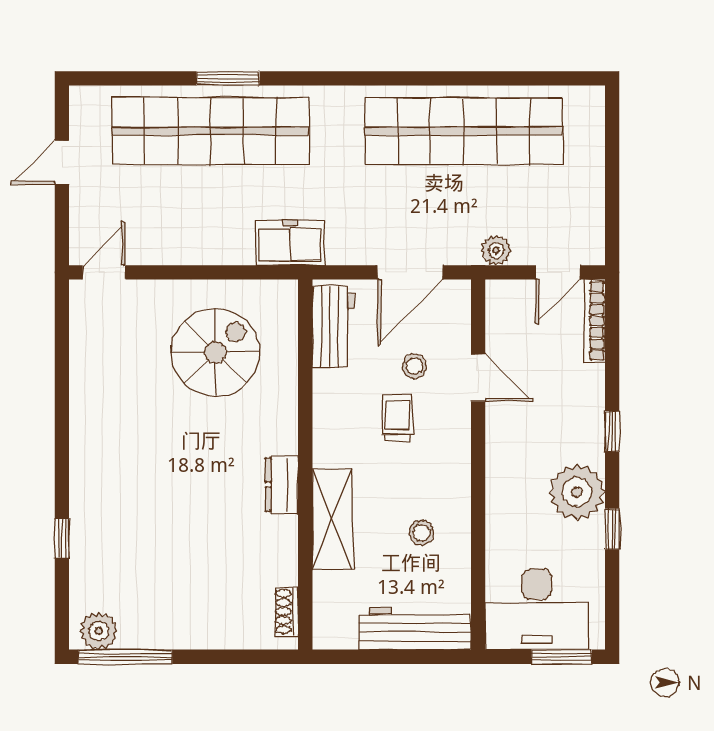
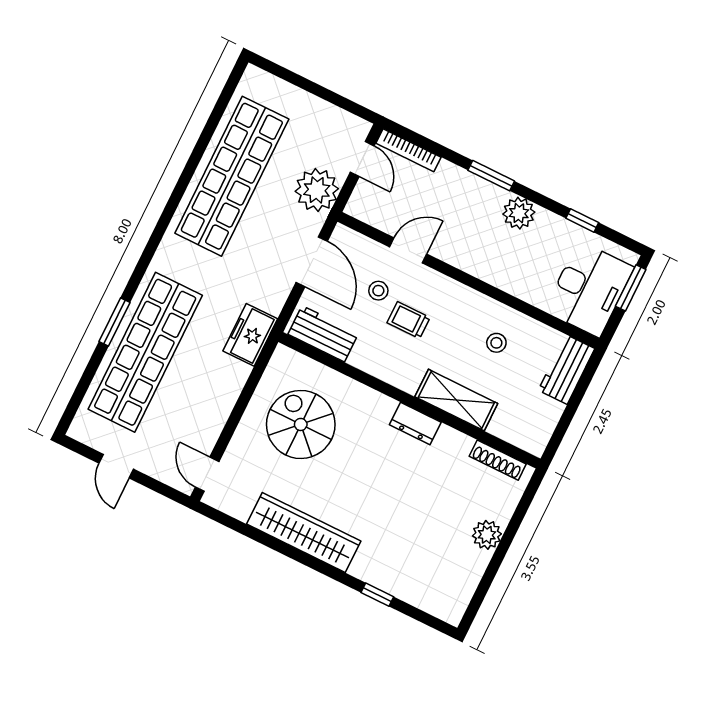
plant: (496, 250) -> (317, 190), width x1.87, depth x1.87
wardrobe: (92, 418) -> (304, 533), added
window: (612, 431) -> (491, 176), width x1.50
plant: (577, 492) -> (519, 213), width x0.73, depth x0.73
window: (612, 529) -> (582, 220), moved
shoe rack: (286, 612) -> (498, 460), width x1.43
workbench: (415, 629) -> (566, 369), width x0.73
plant: (99, 631) -> (487, 535), moved
window: (125, 657) -> (481, 591), removed

